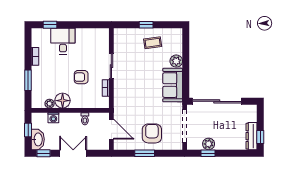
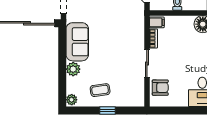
plant: (178, 34) -> (72, 100), added
armchair: (81, 77) -> (160, 88), moved
filing cabinet: (103, 102) -> (157, 22), added

